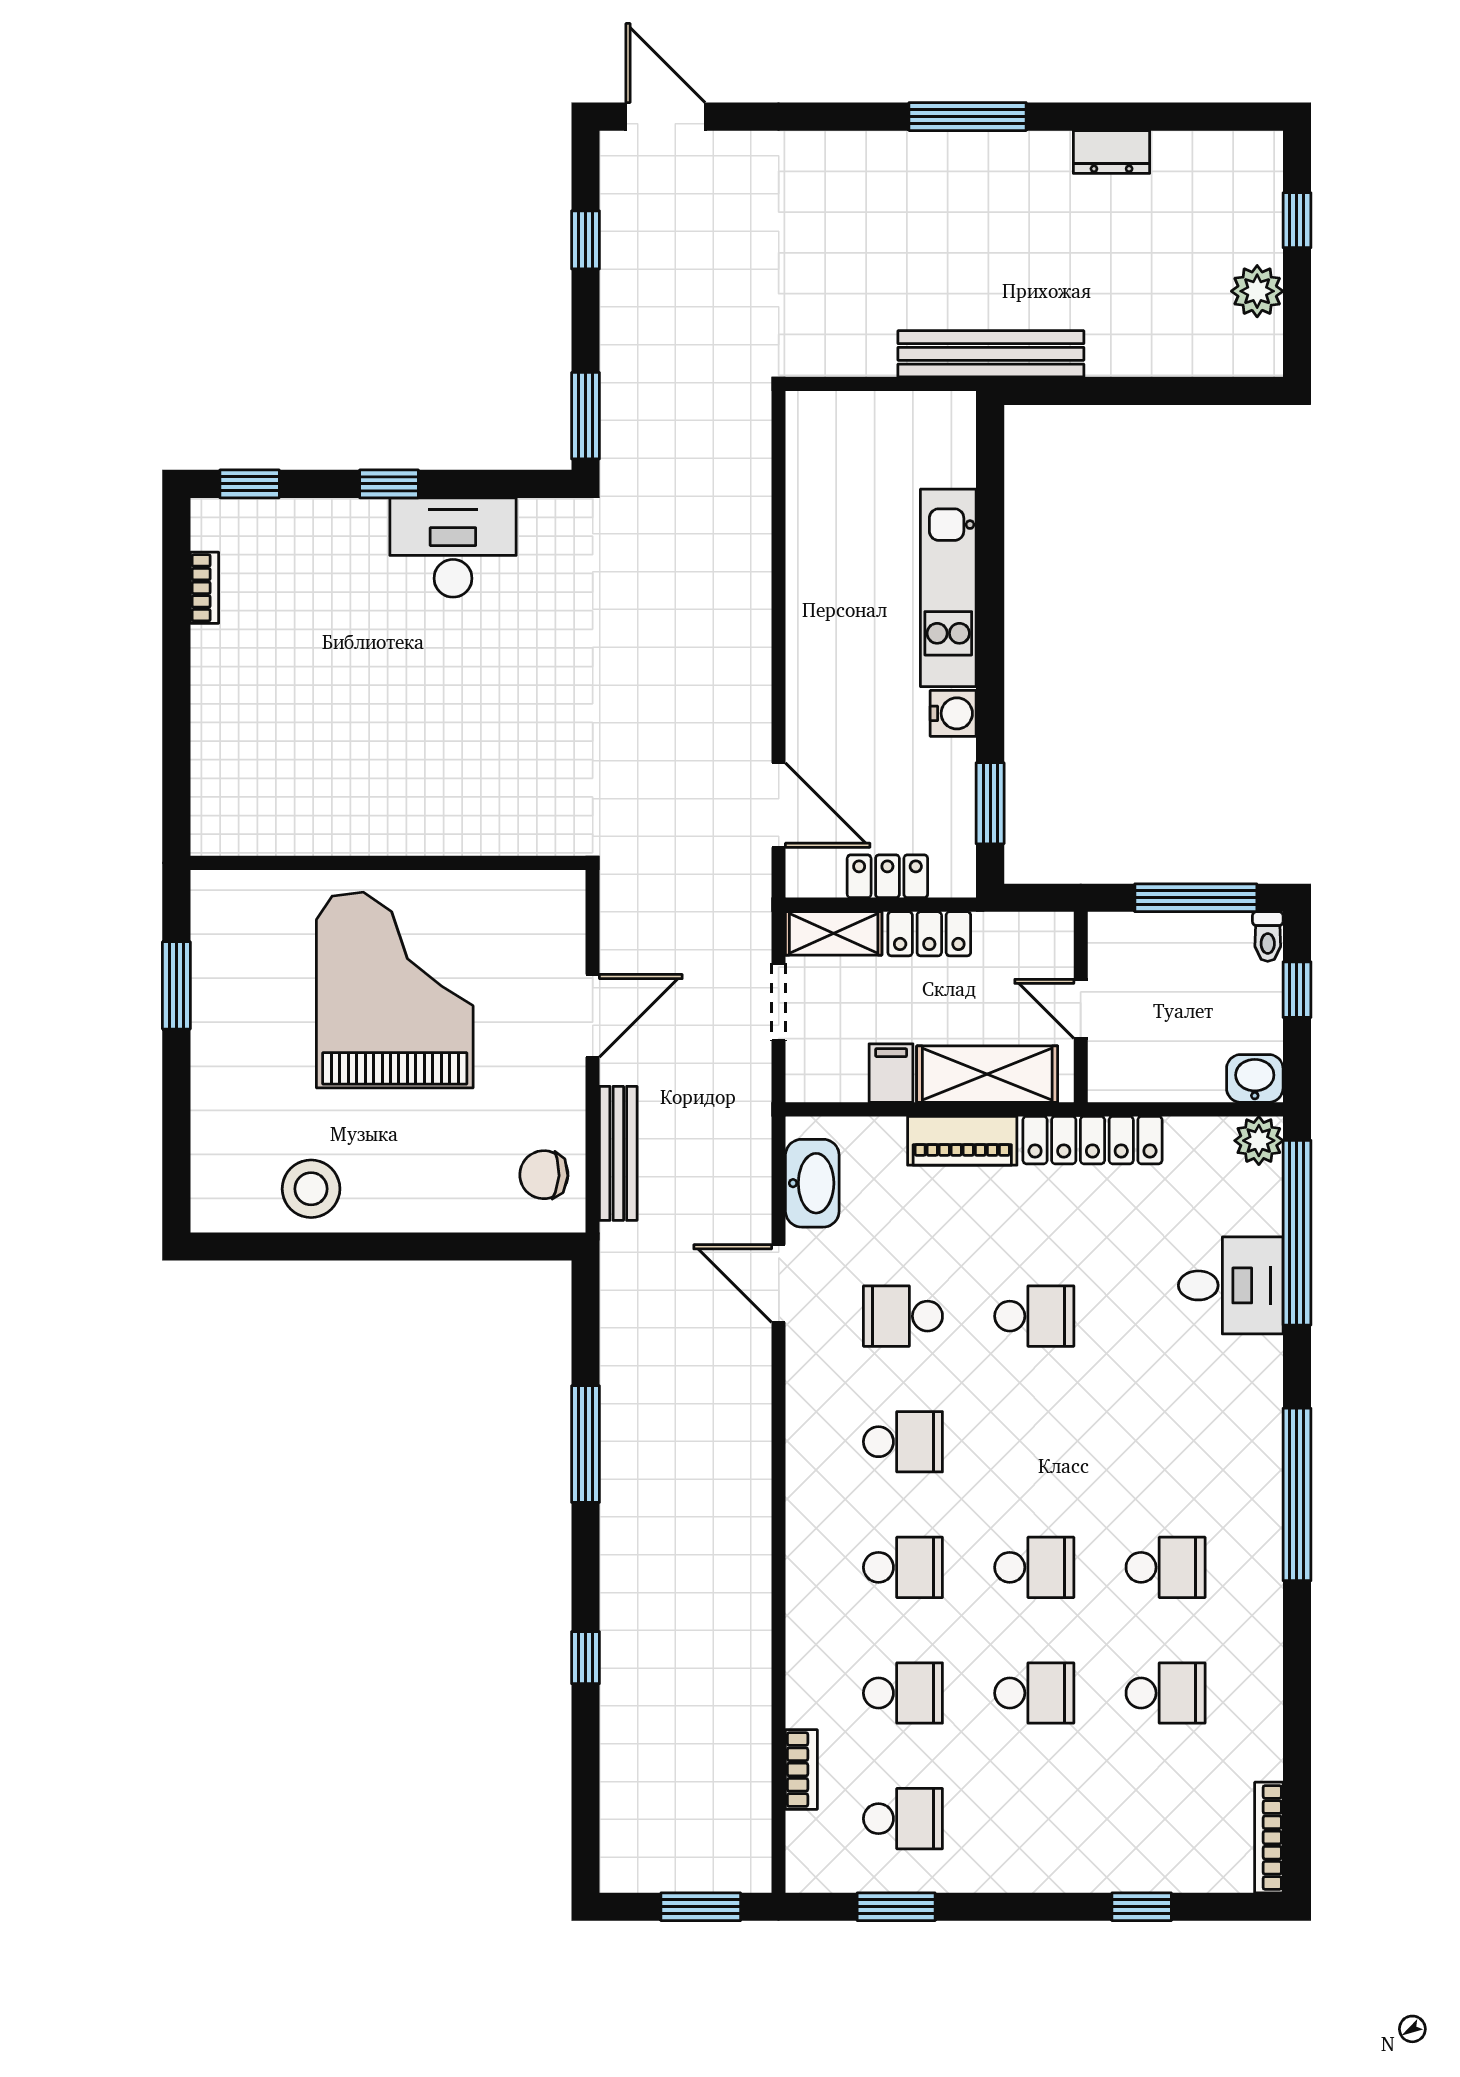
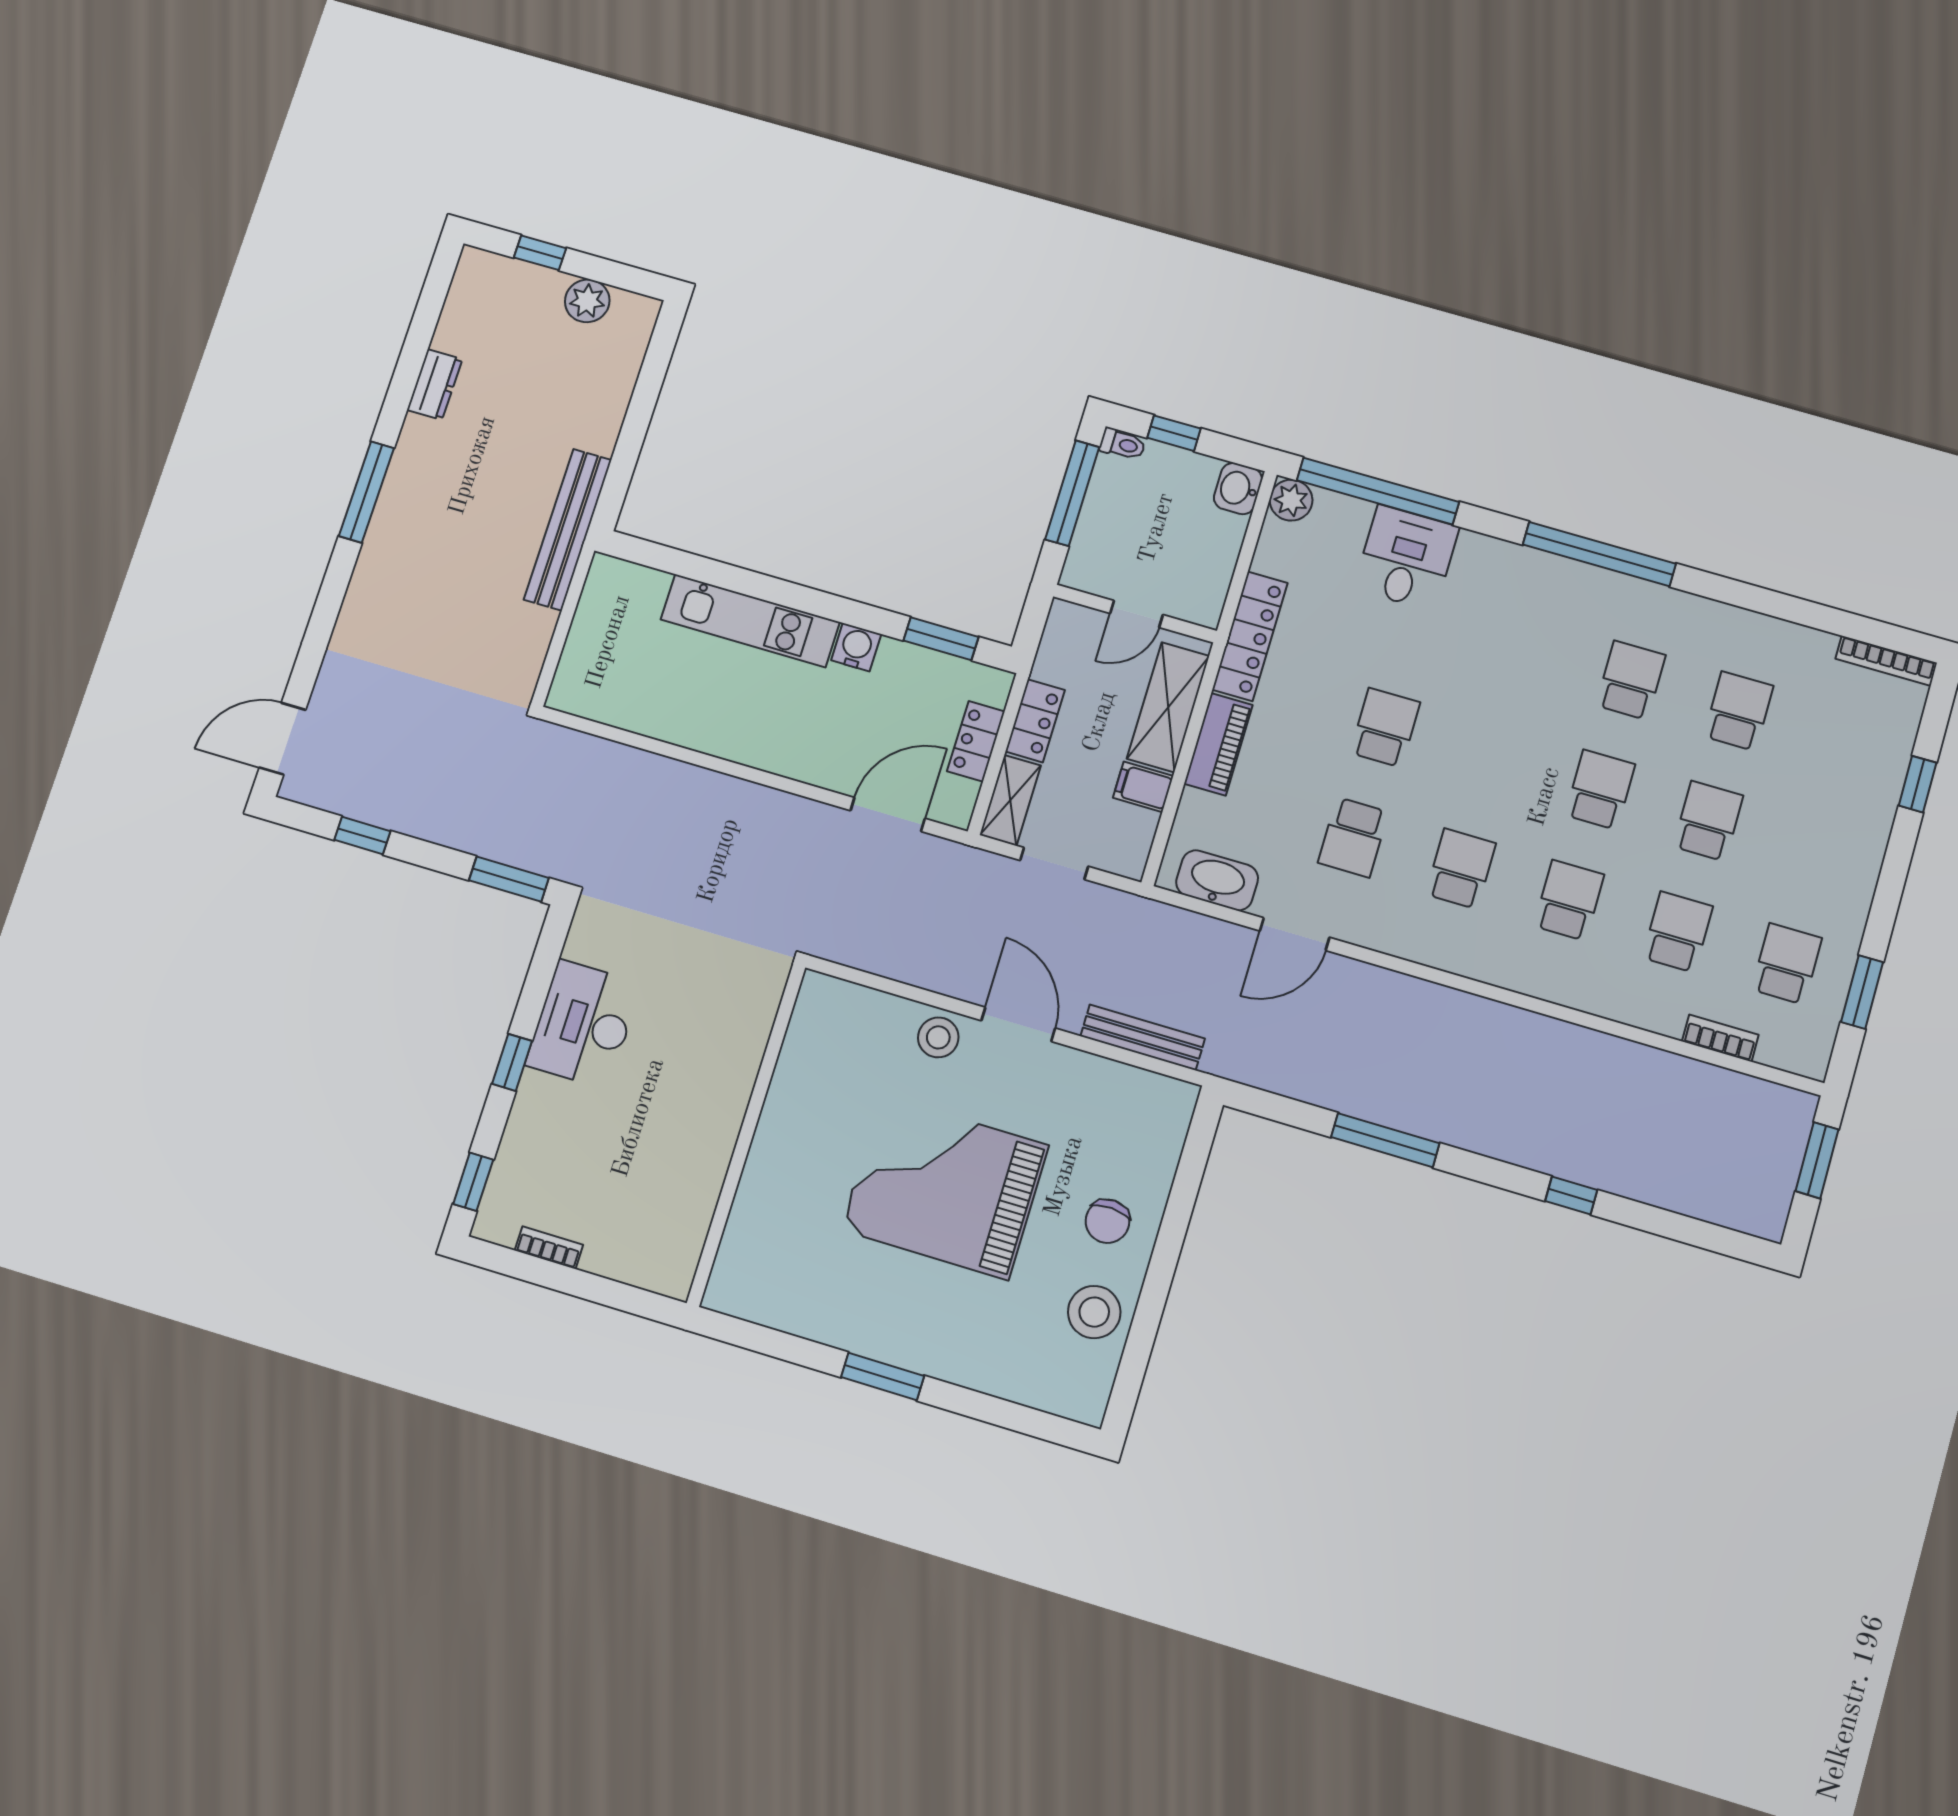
wall: (388, 863) -> (746, 1134), moved
stool: (553, 934) -> (938, 1037), added
chair: (544, 1175) -> (1107, 1221), moved

